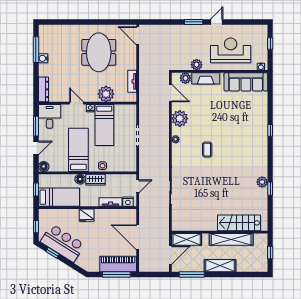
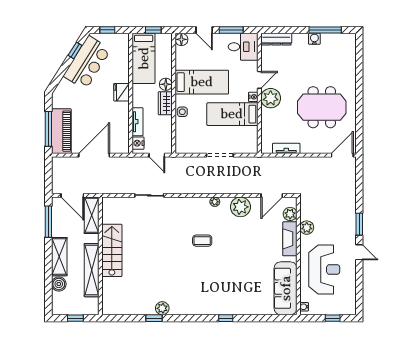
plant: (106, 94) -> (271, 98), moved
stairs: (239, 223) -> (112, 250), moved
boiler: (242, 266) -> (59, 284), added

